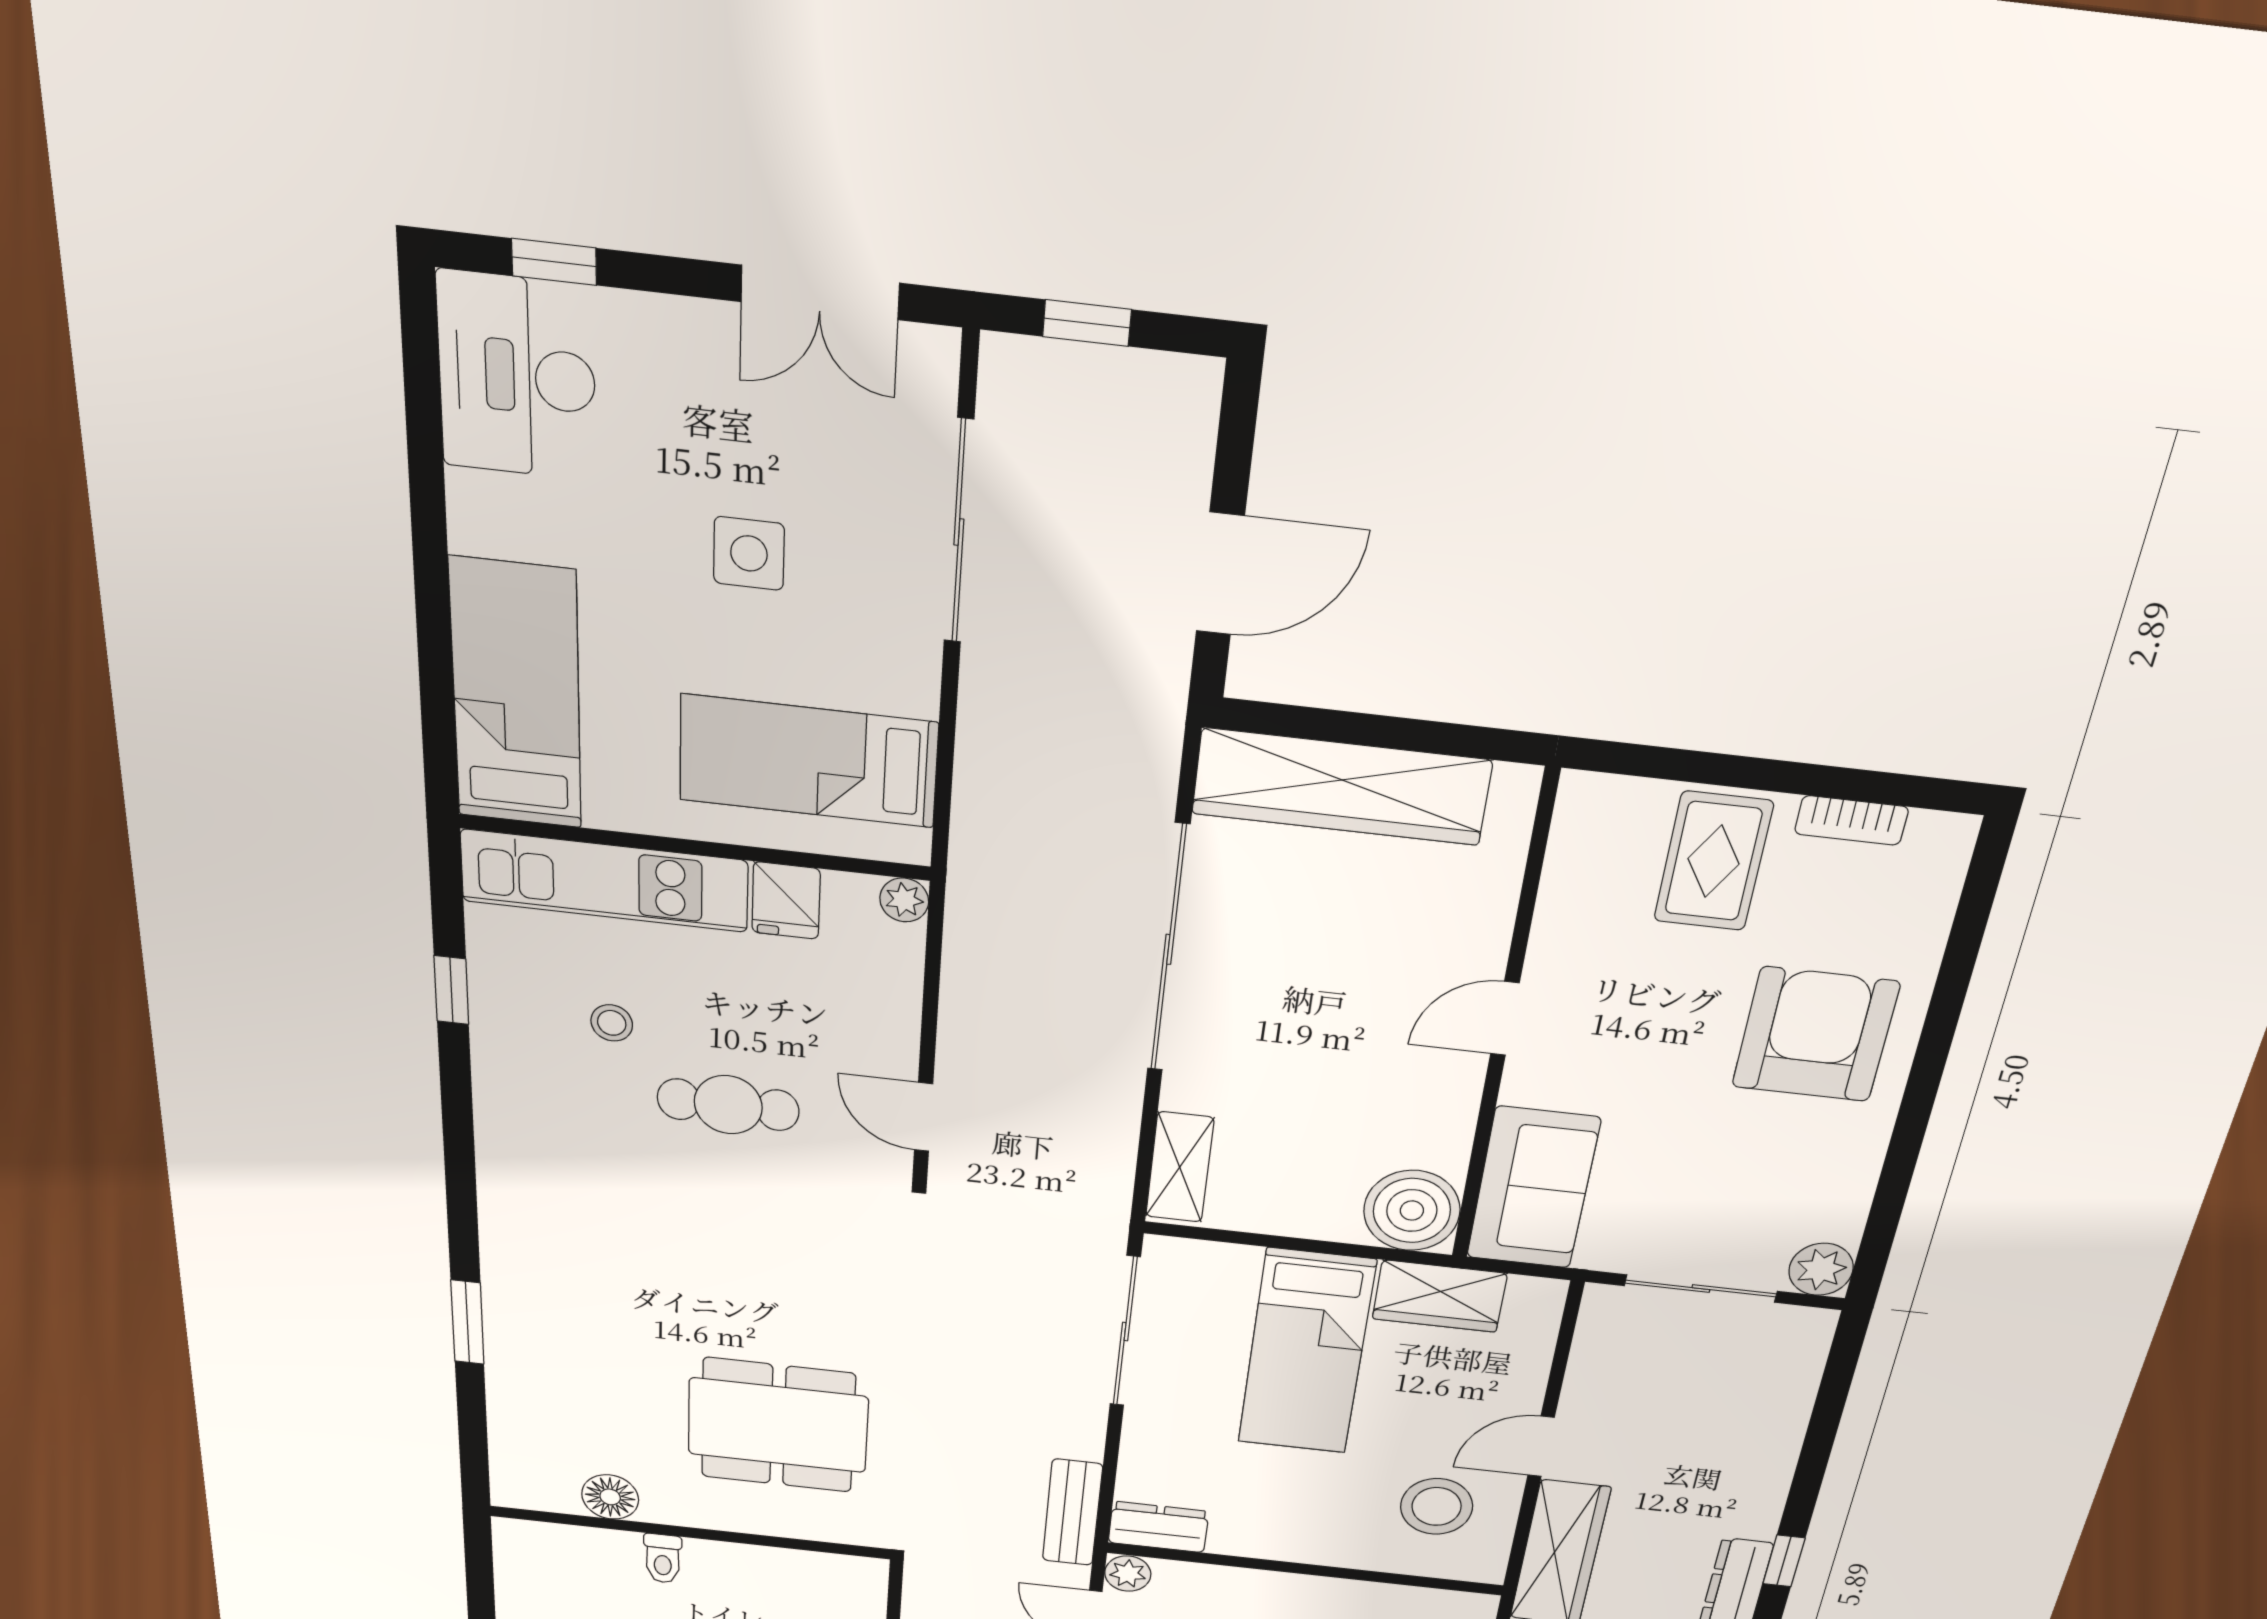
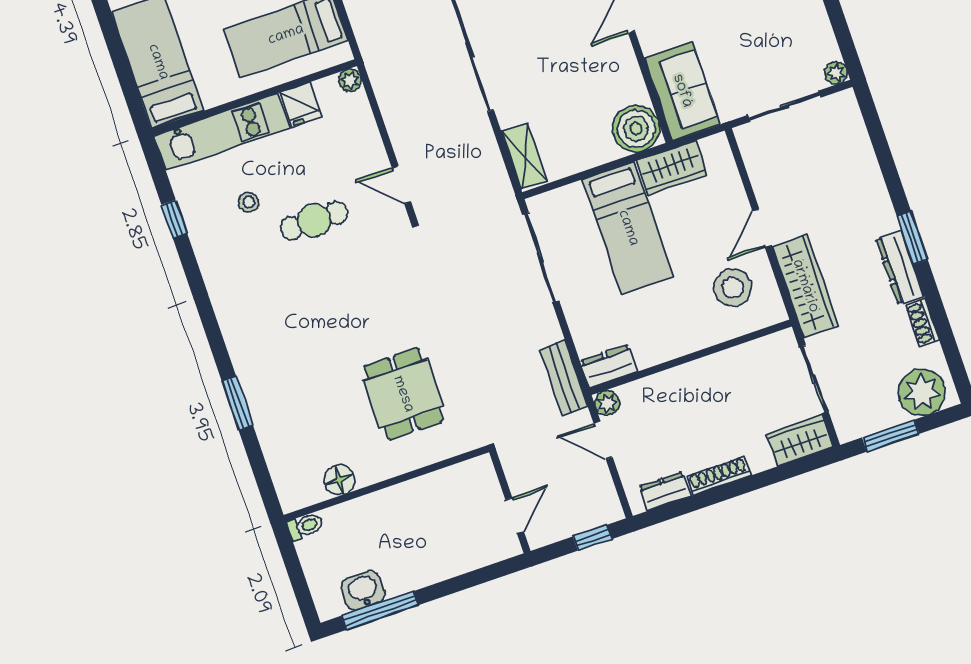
plant: (1821, 1269) -> (836, 73), width x0.73, depth x0.73
dining table: (778, 1425) -> (403, 394), width x0.73
toilet: (663, 1559) -> (305, 526), moved, turned -90
window: (1784, 1561) -> (912, 238), width x1.50

